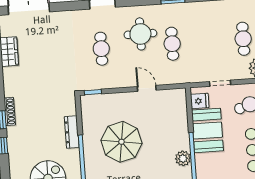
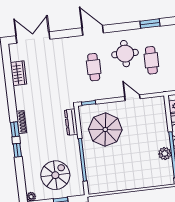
dresser: (72, 132) -> (71, 122), moved
parasol: (121, 142) -> (105, 130), moved

